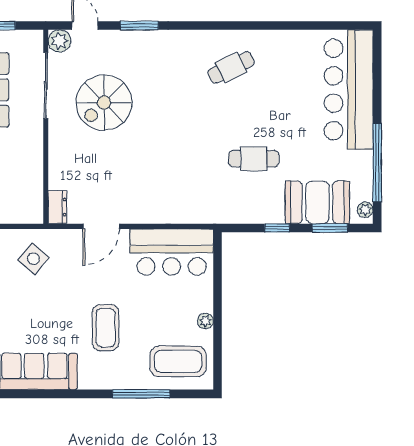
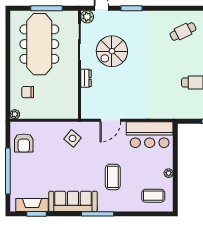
dresser: (57, 207) -> (86, 78), moved
coffee table: (178, 361) -> (153, 196), width x0.73, depth x0.76
window: (141, 394) -> (98, 214), moved

